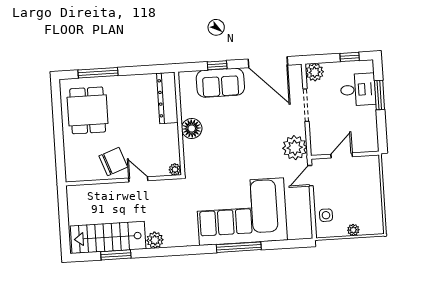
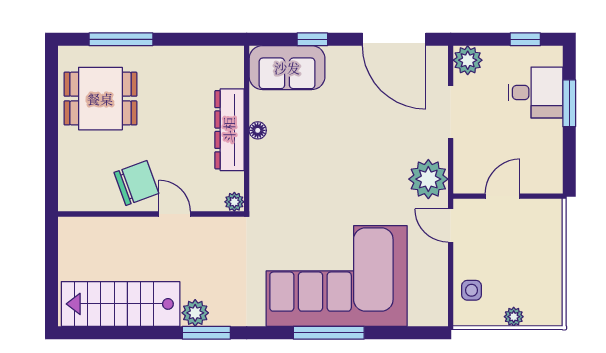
sofa: (220, 83) -> (287, 68), moved
dresser: (167, 98) -> (229, 130), moved
dining table: (88, 110) -> (100, 99), turned 90
floor lamp: (192, 129) -> (258, 130), width x0.53, depth x0.53
door: (310, 176) -> (451, 226), hinge flipped
window: (116, 255) -> (206, 333), moved

